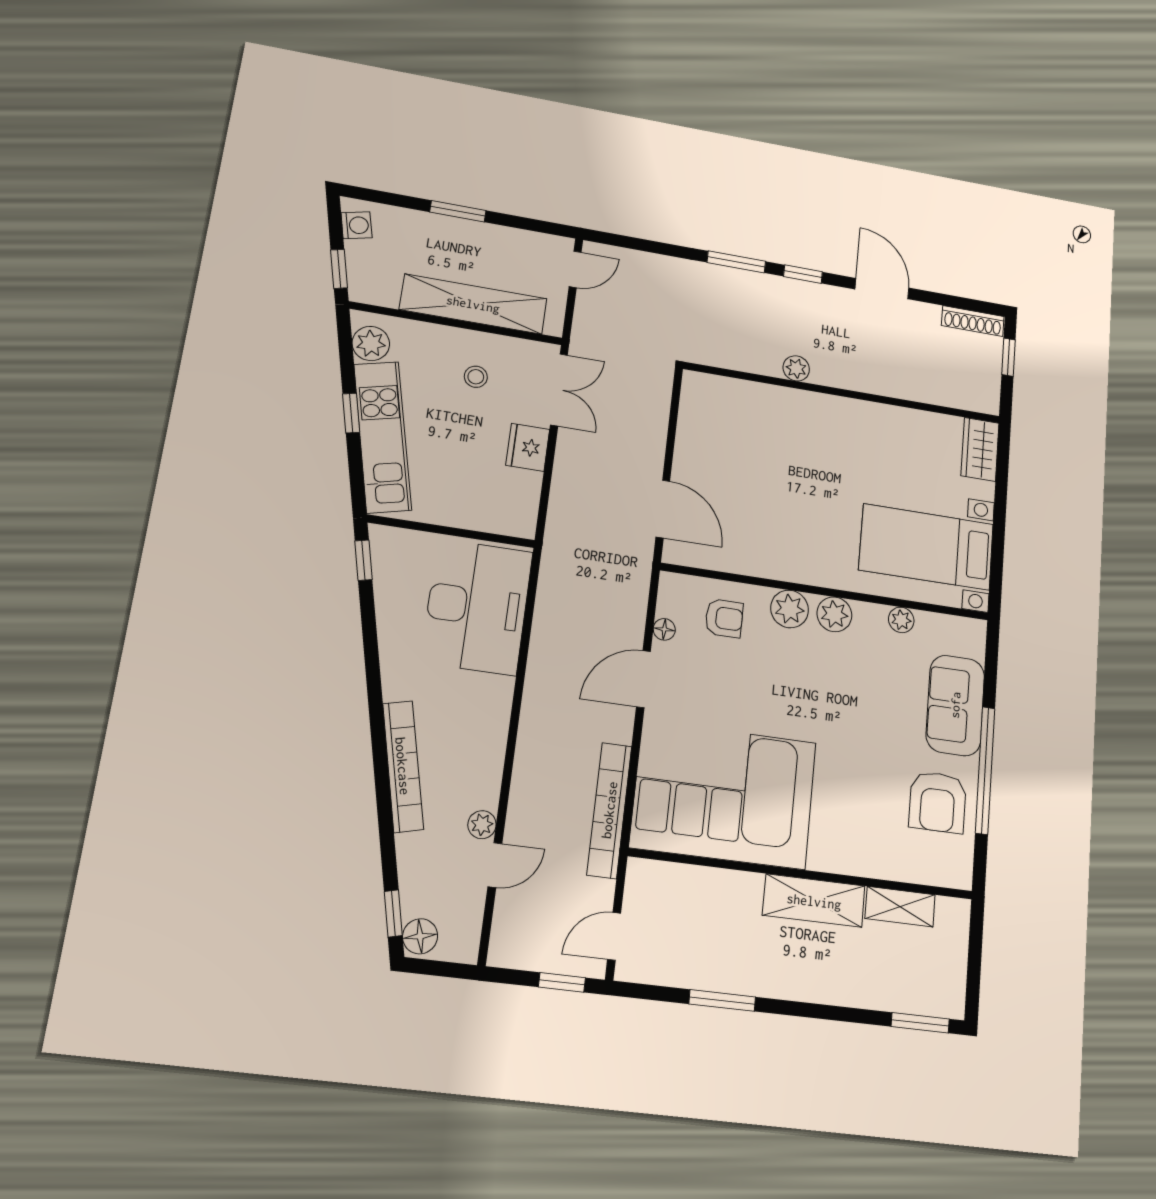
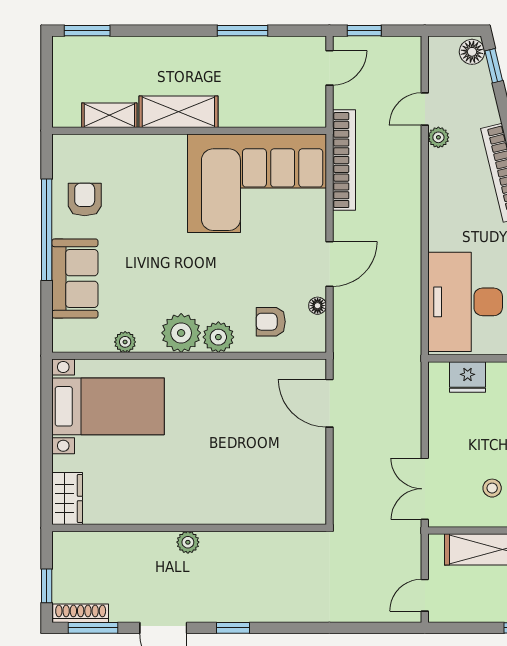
window: (736, 262) -> (93, 628), moved
plant: (796, 368) -> (188, 542), moved
fridge: (528, 447) -> (468, 377), moved, turned 90
plant: (834, 614) -> (181, 333), width x1.36, depth x1.36
armchair: (938, 802) -> (85, 199), width x0.72, depth x0.72

